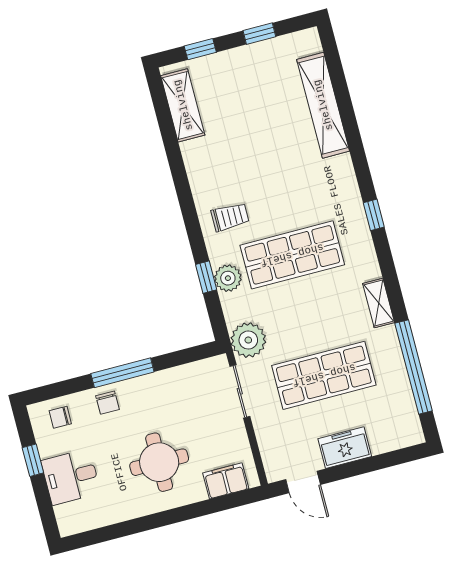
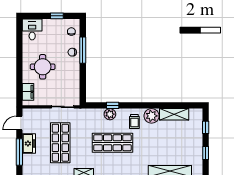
shelving: (183, 105) -> (174, 114), moved
shop shelf: (292, 255) -> (112, 143), turned 90
plant: (248, 340) -> (152, 116), moved
window: (122, 373) -> (83, 50), moved
window: (370, 464) -> (19, 152), added
desk: (71, 477) -> (32, 29), moved

